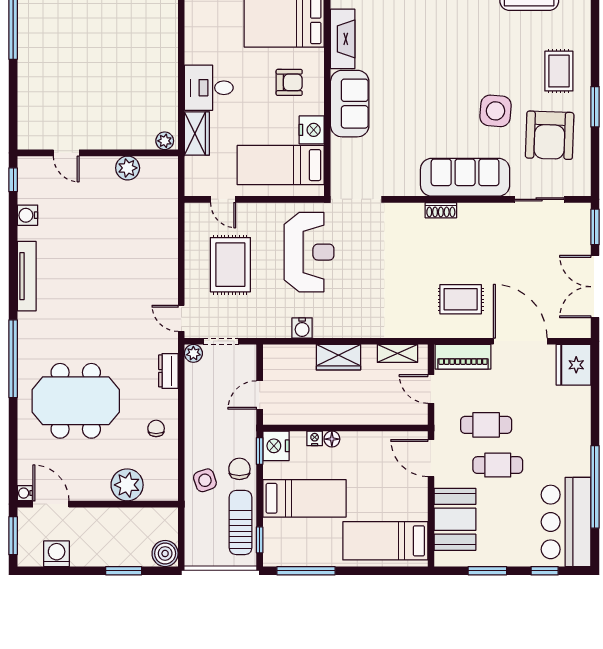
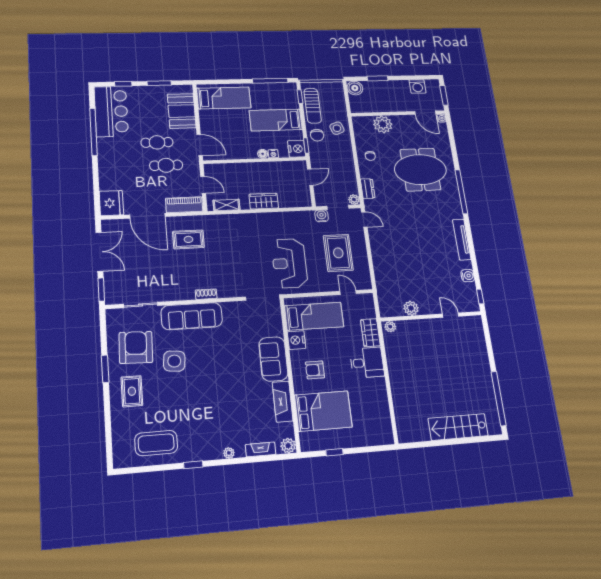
water cooler: (302, 328) -> (322, 216), moved

